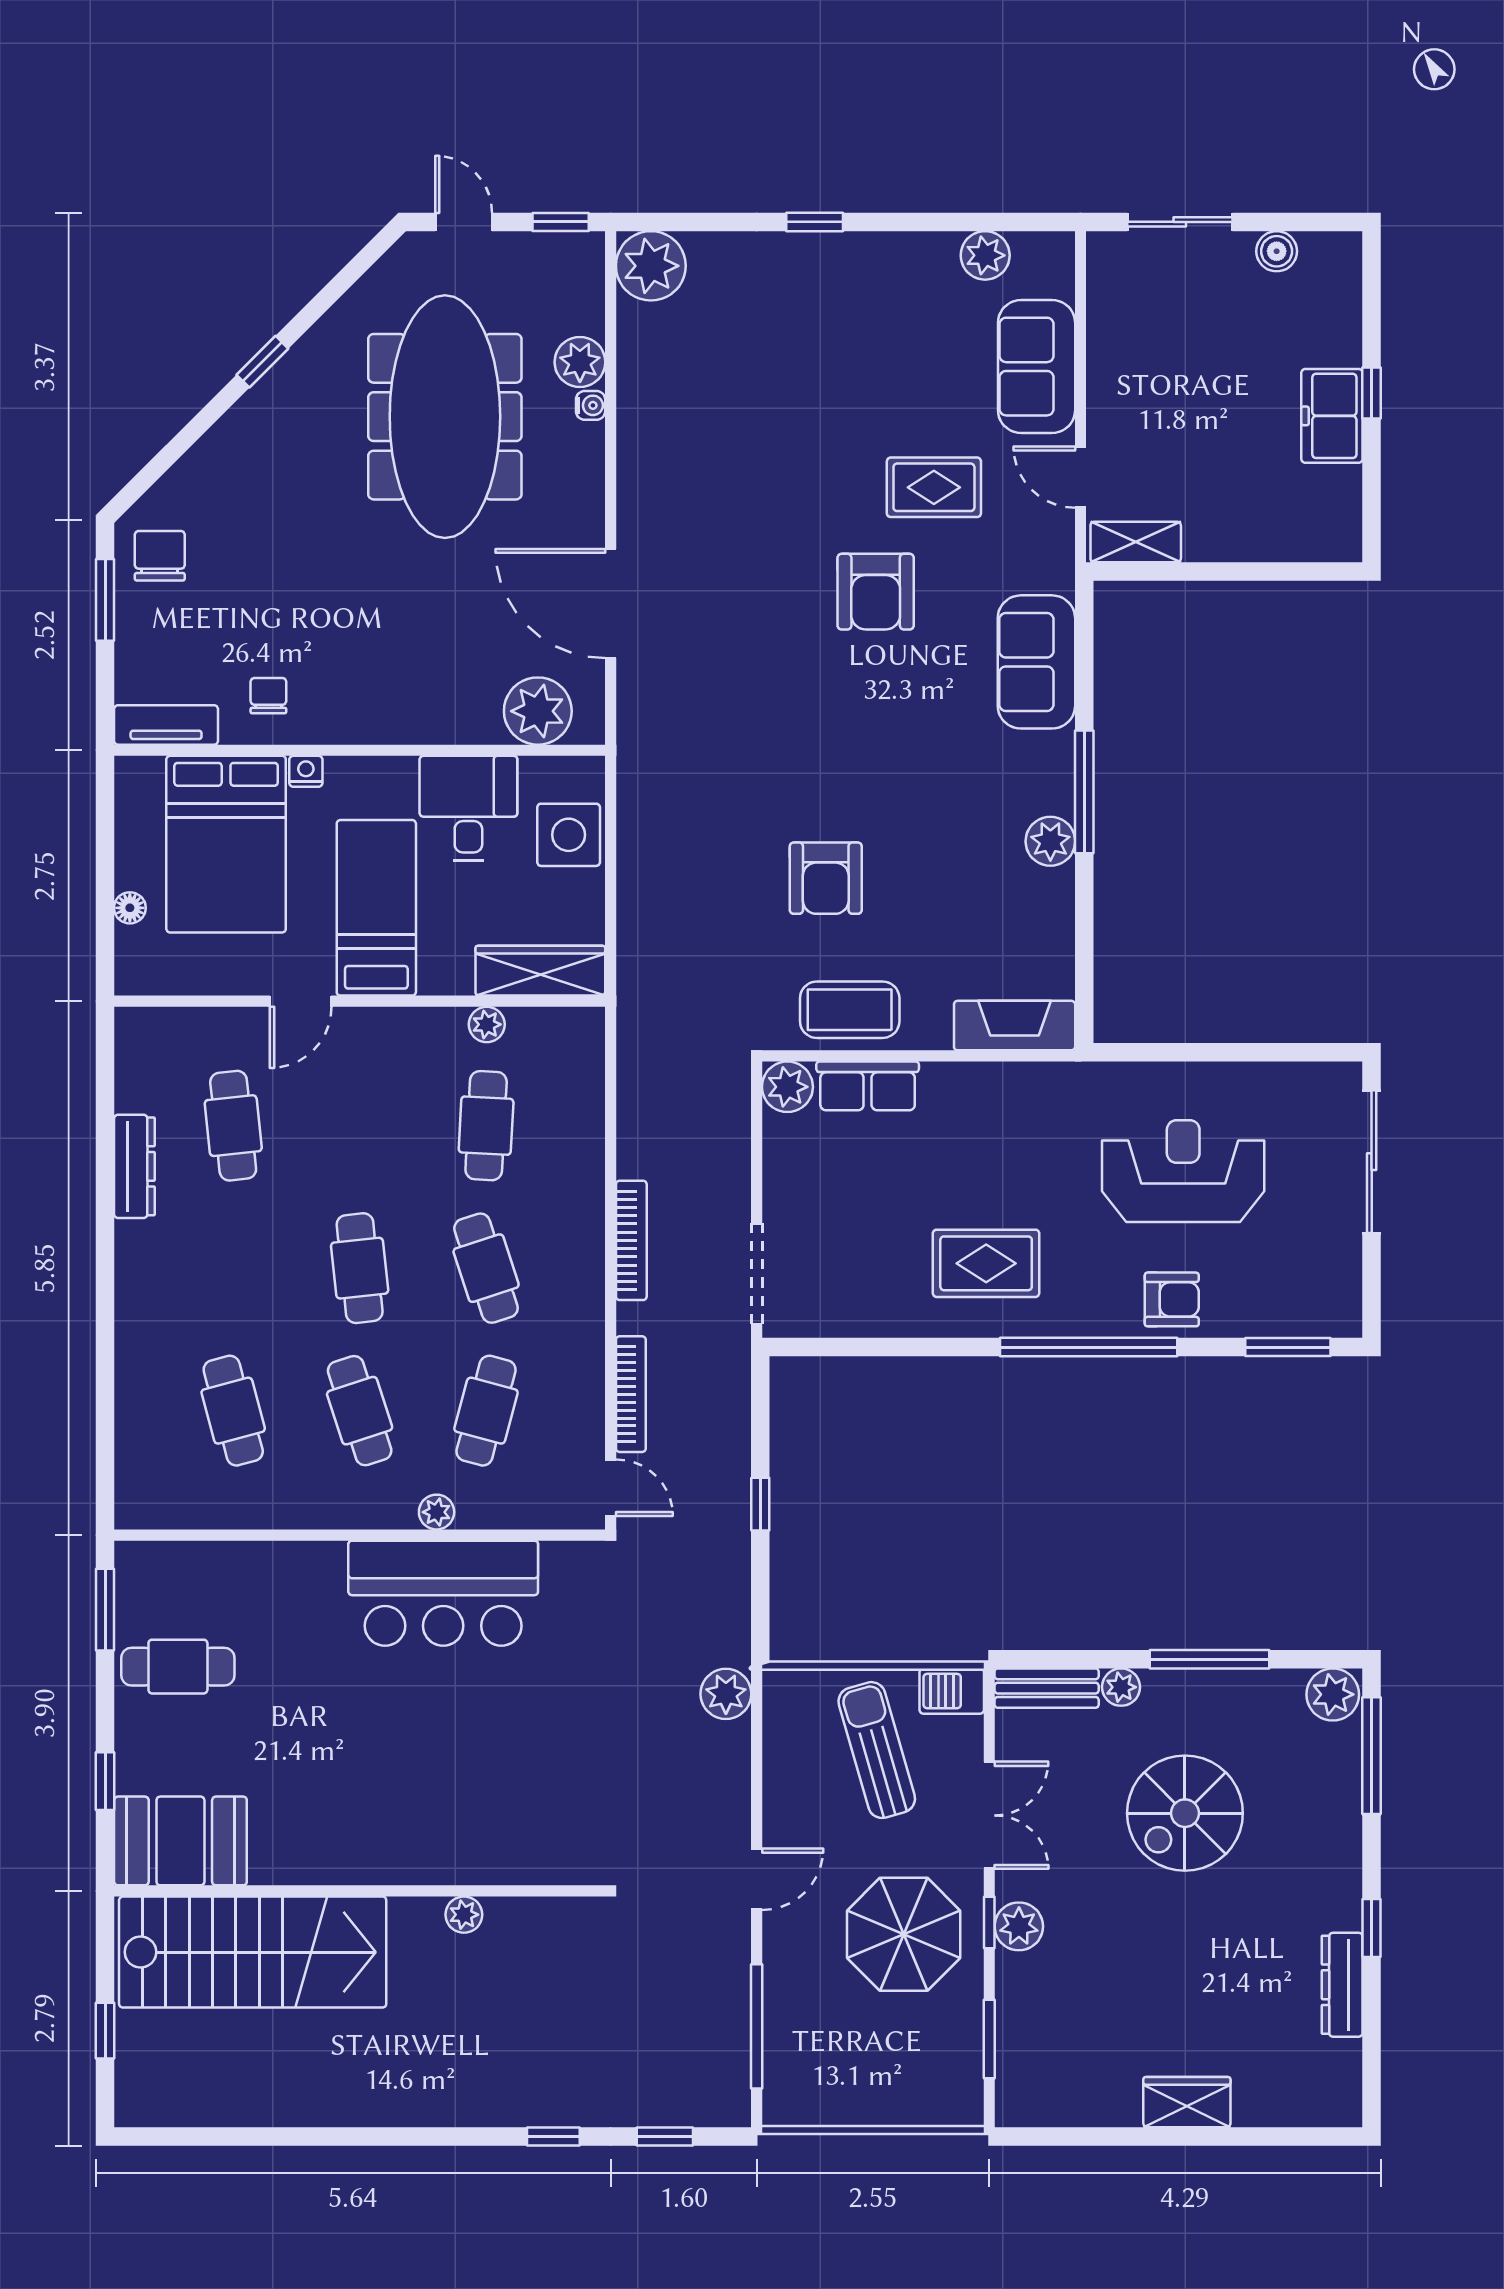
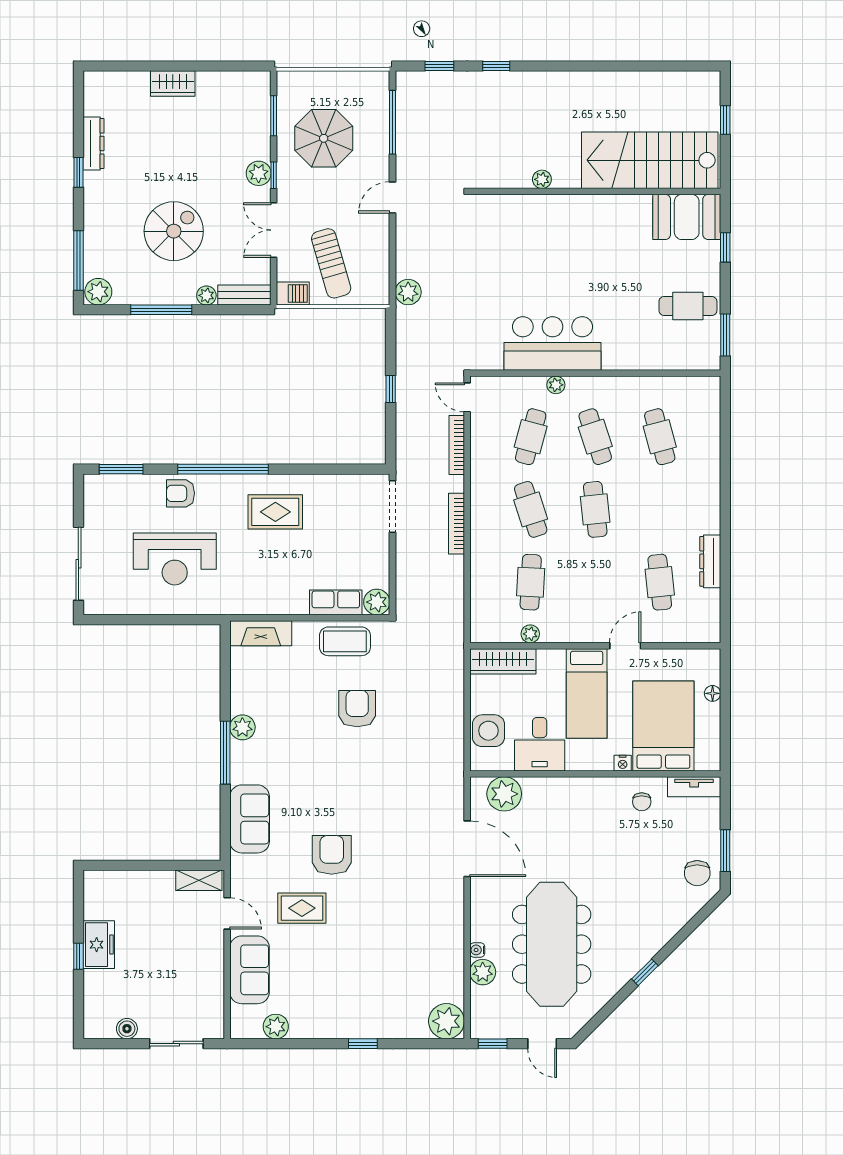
parasol: (904, 1934) -> (324, 138), moved

